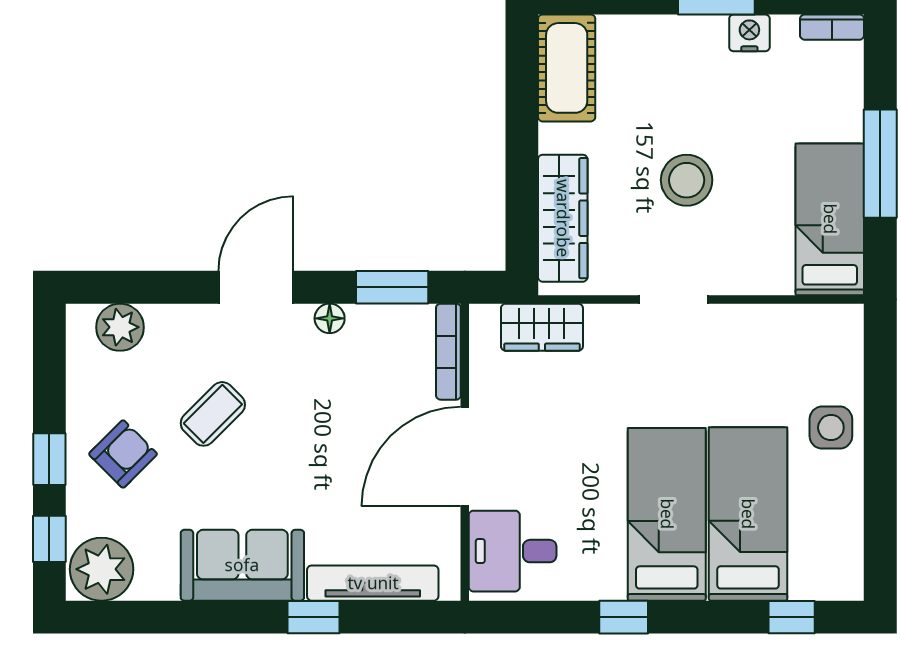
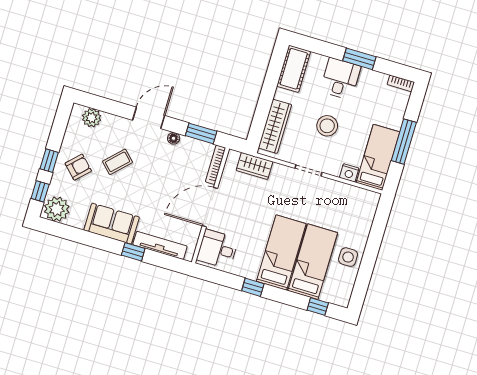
nightstand: (749, 33) -> (349, 173), moved, turned 180
desk: (685, 59) -> (340, 79), added
side table: (831, 428) -> (348, 257), moved

